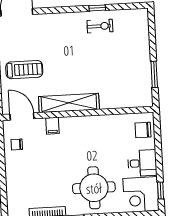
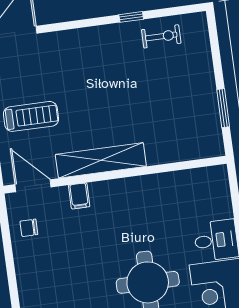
exercise bike: (100, 26) -> (161, 36), moved
chair: (143, 130) -> (213, 191), removed

